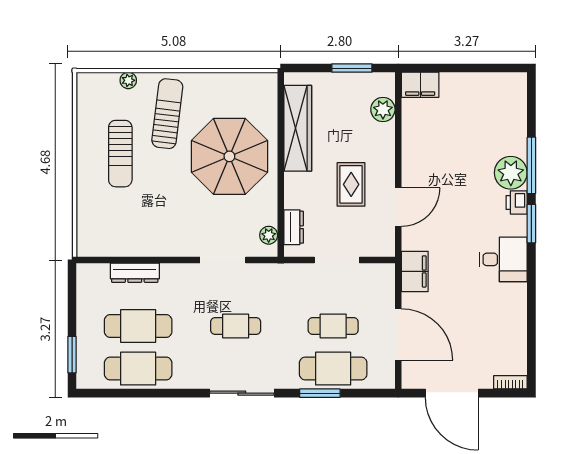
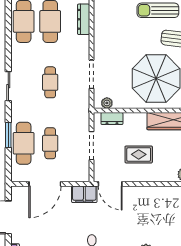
door: (398, 207) -> (110, 184), moved
sliding door: (242, 393) -> (8, 86), width x0.73

